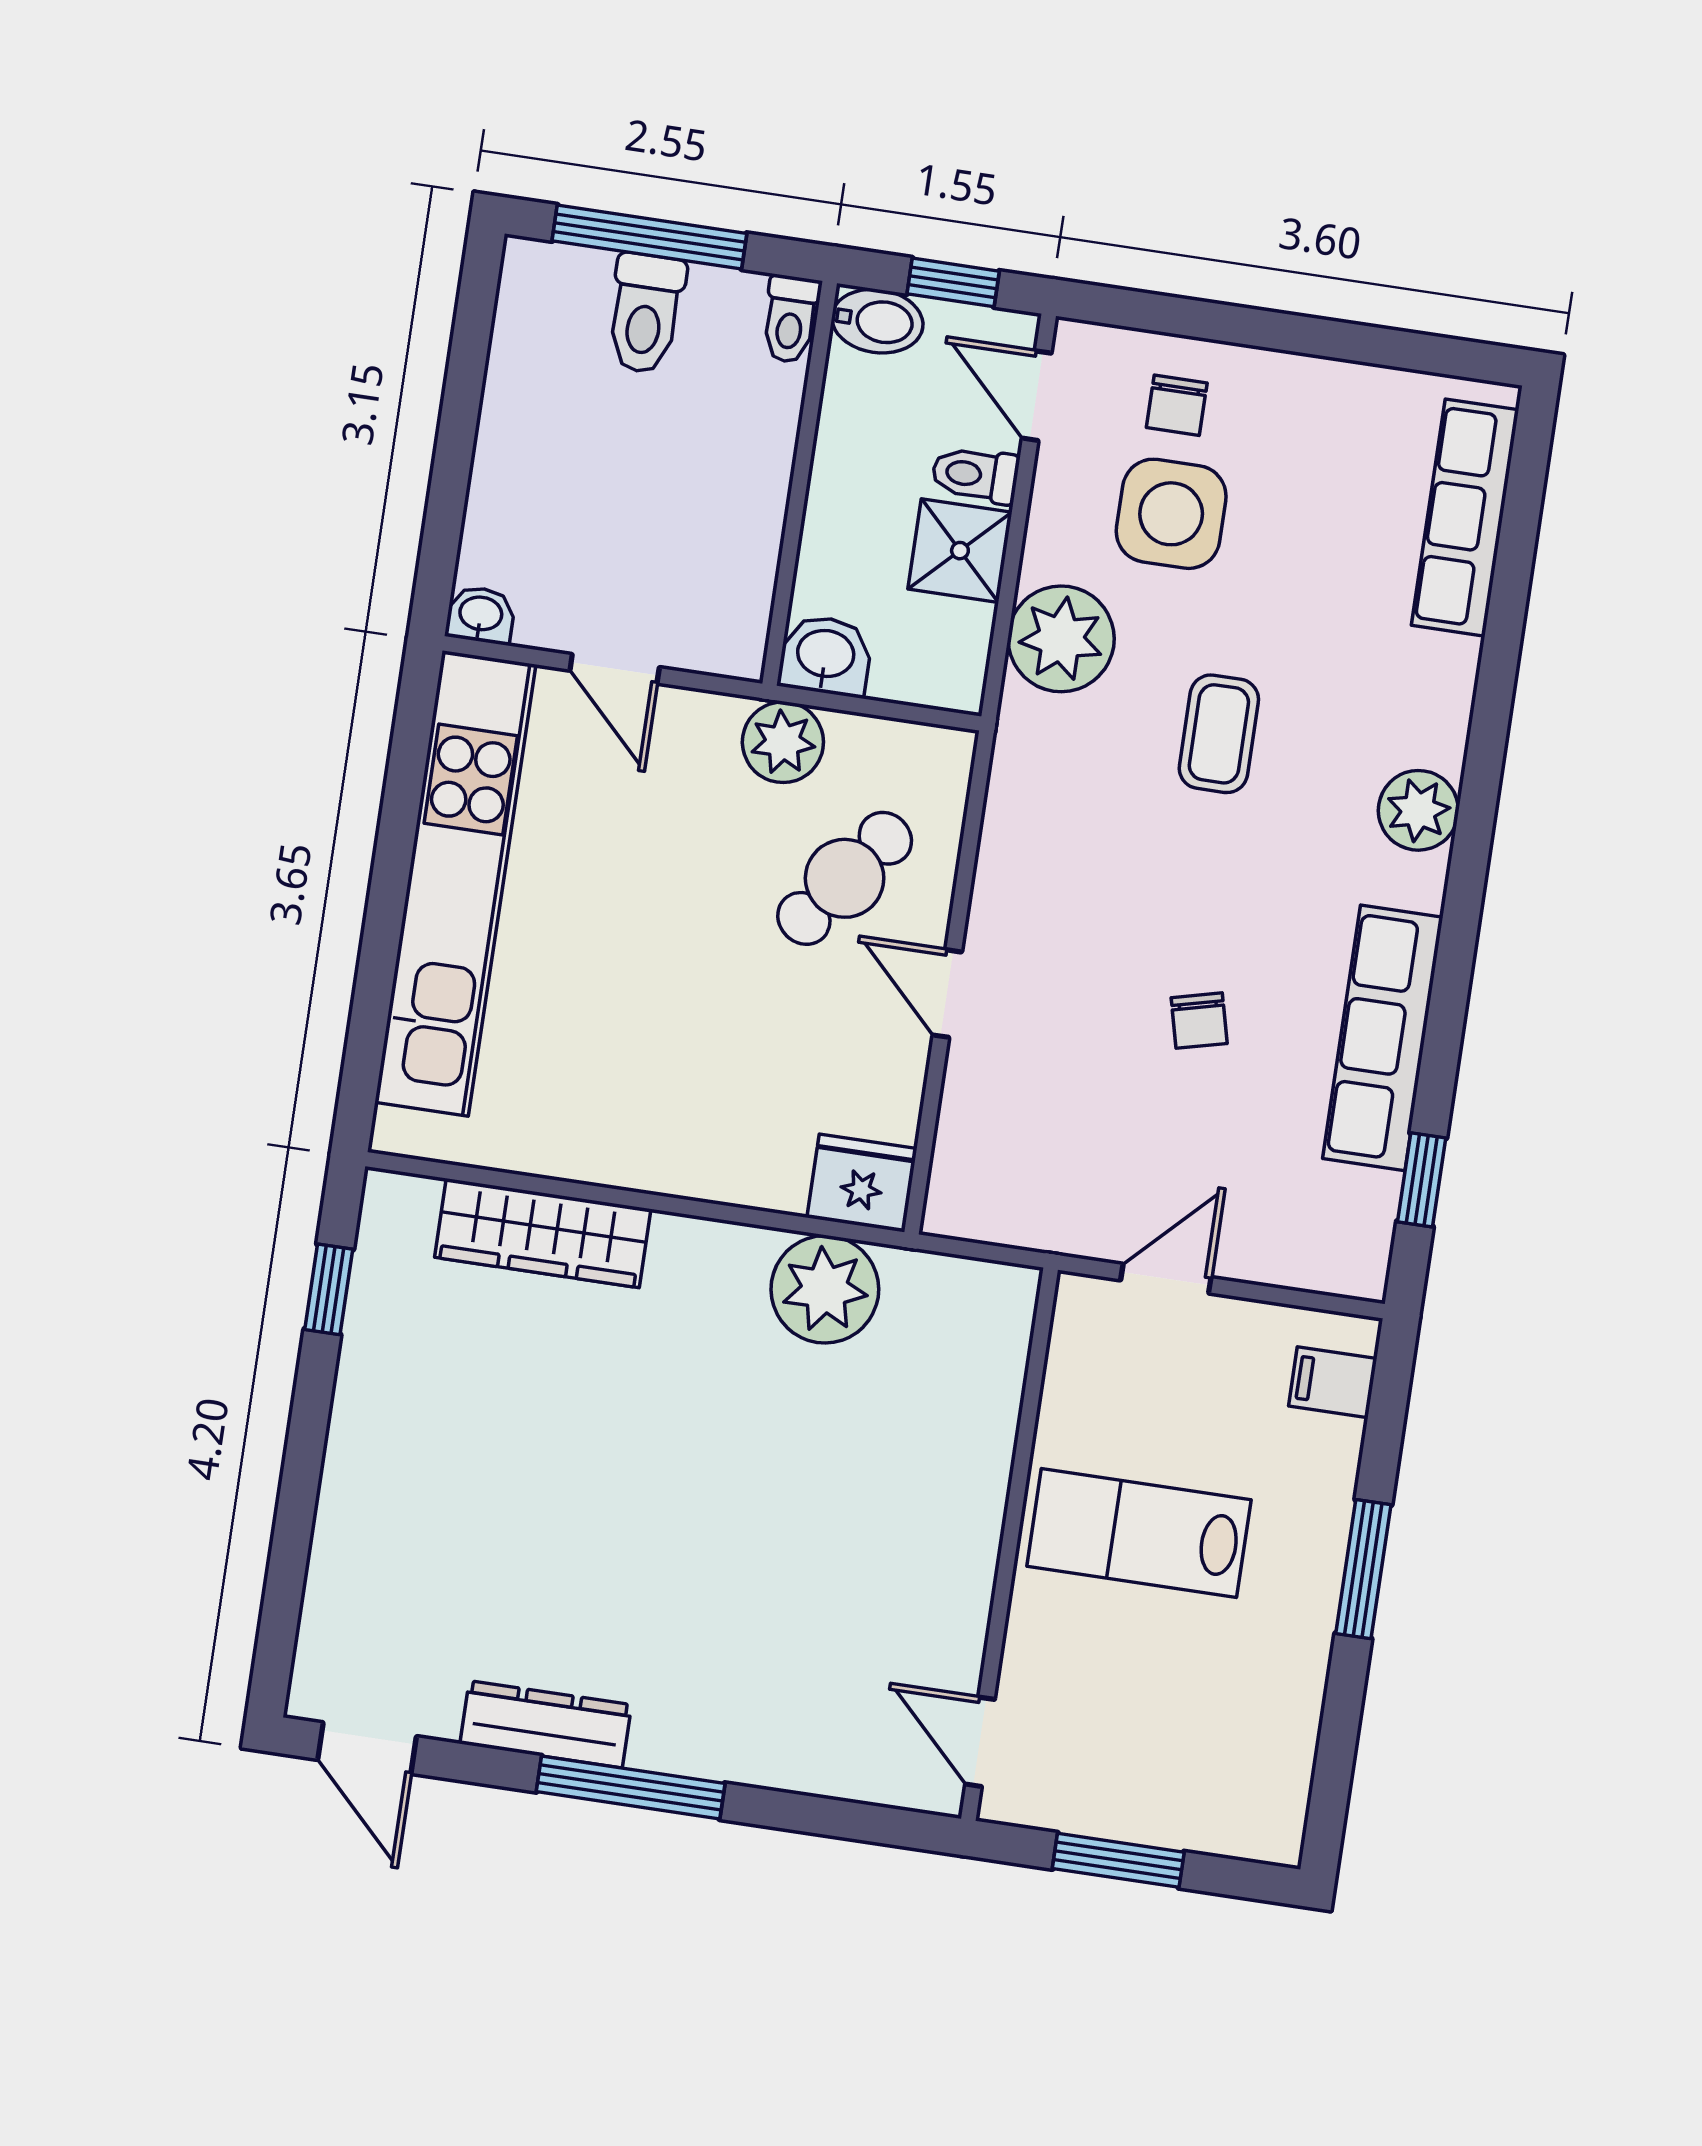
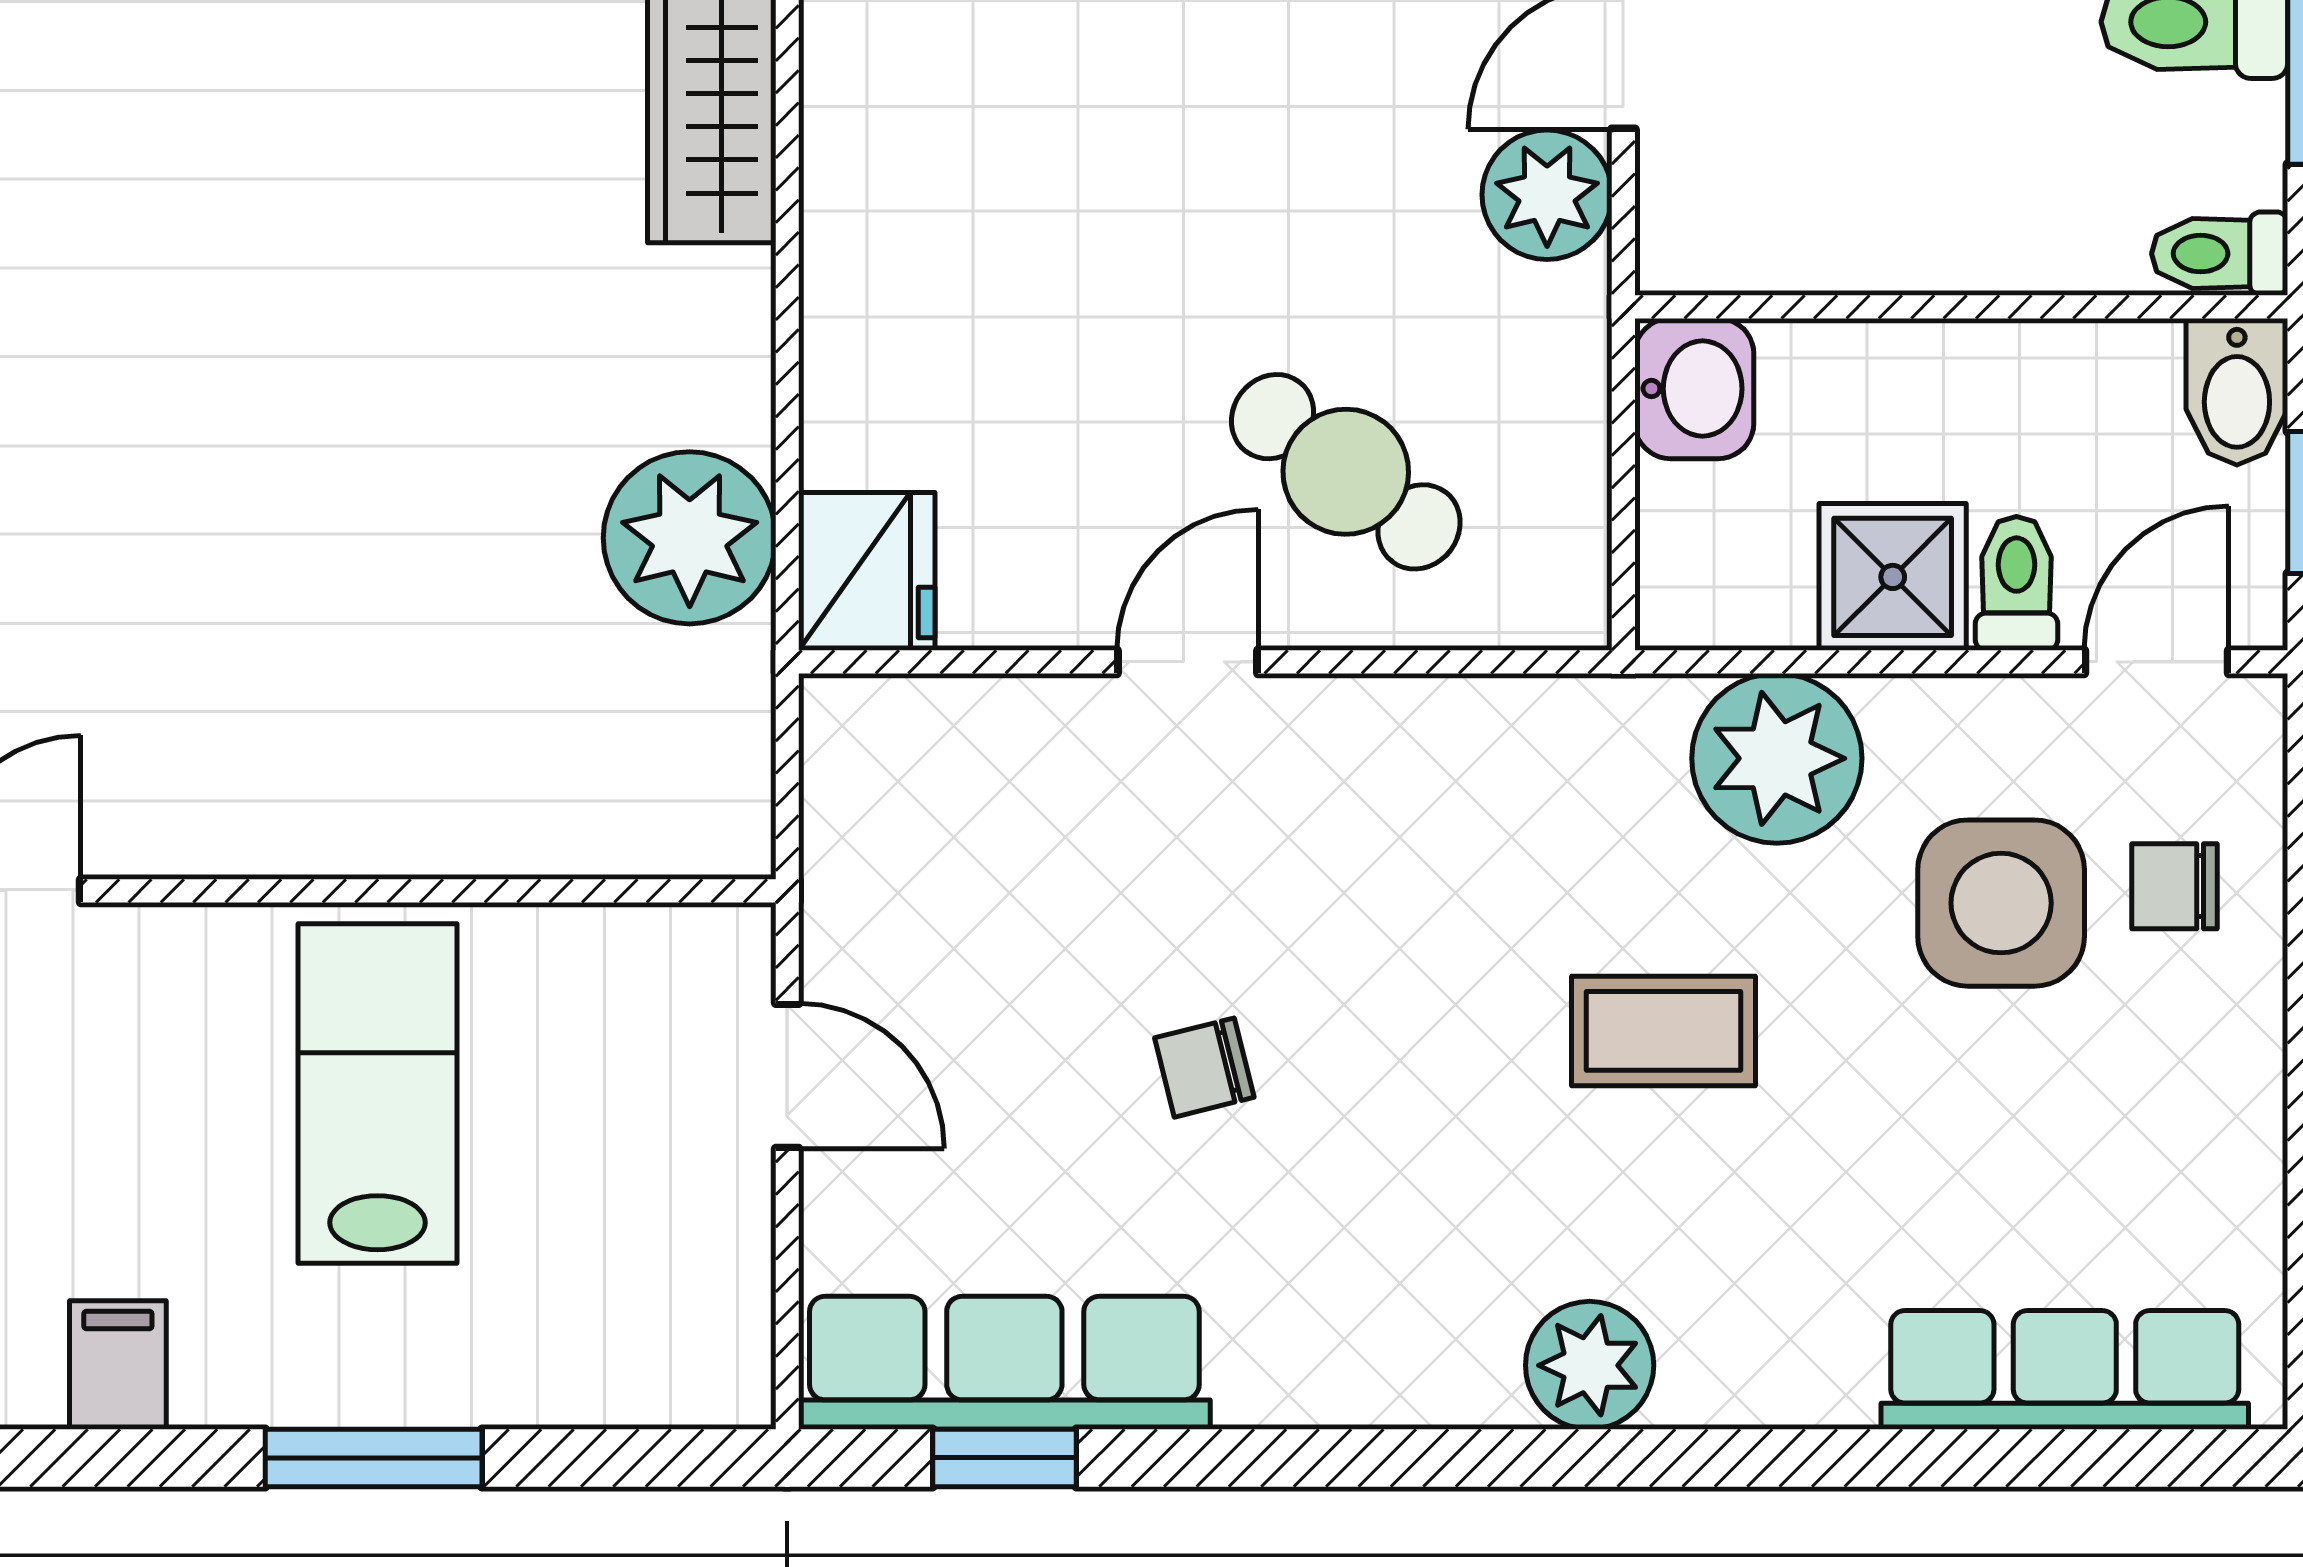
plant: (783, 742) -> (1547, 195), moved
row of seats: (1383, 1038) -> (1004, 1363), moved
filing cabinet: (1333, 1382) -> (118, 1365), moved

